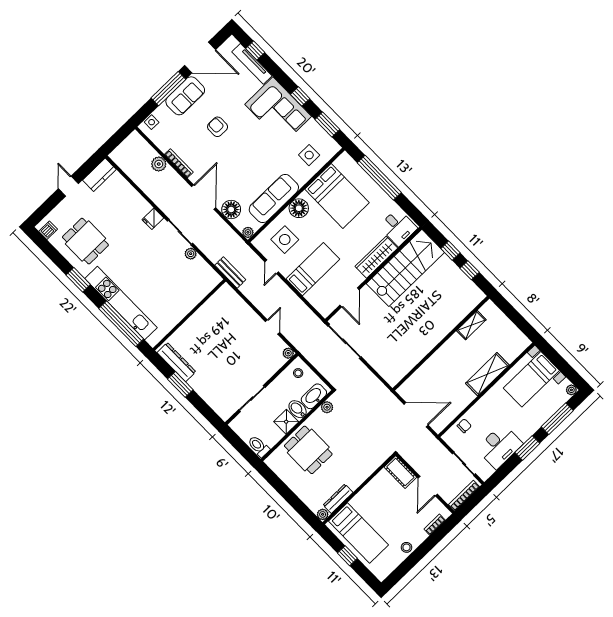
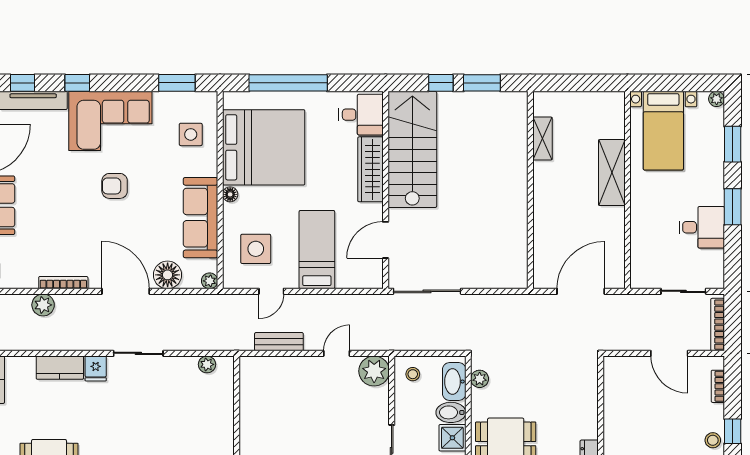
window: (300, 96) -> (77, 83), moved
armchair: (218, 127) -> (115, 186), moved
bed: (337, 196) -> (264, 147), width x1.36
kitchen counter: (137, 201) -> (60, 368), added
floor lamp: (299, 208) -> (230, 194), width x0.53, depth x0.53
plant: (191, 254) -> (207, 364), moved
door: (272, 267) -> (271, 291), hinge flipped
window: (470, 270) -> (482, 83), width x1.50
bench: (230, 272) -> (279, 342), moved
door: (350, 297) -> (386, 240), swing flipped
door: (273, 327) -> (337, 353), hinge flipped
plant: (288, 353) -> (374, 371), width x1.88, depth x1.88
window: (557, 419) -> (733, 144), width x0.69
chair: (464, 426) -> (643, 251), removed
desk: (499, 446) -> (702, 227), width x0.73
cot: (400, 472) -> (626, 368), removed
window: (420, 553) -> (733, 431), added

